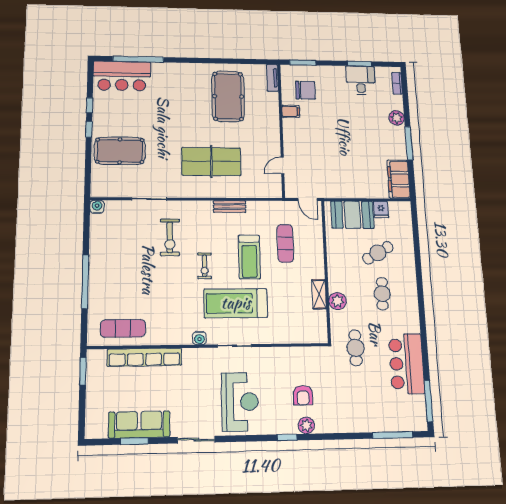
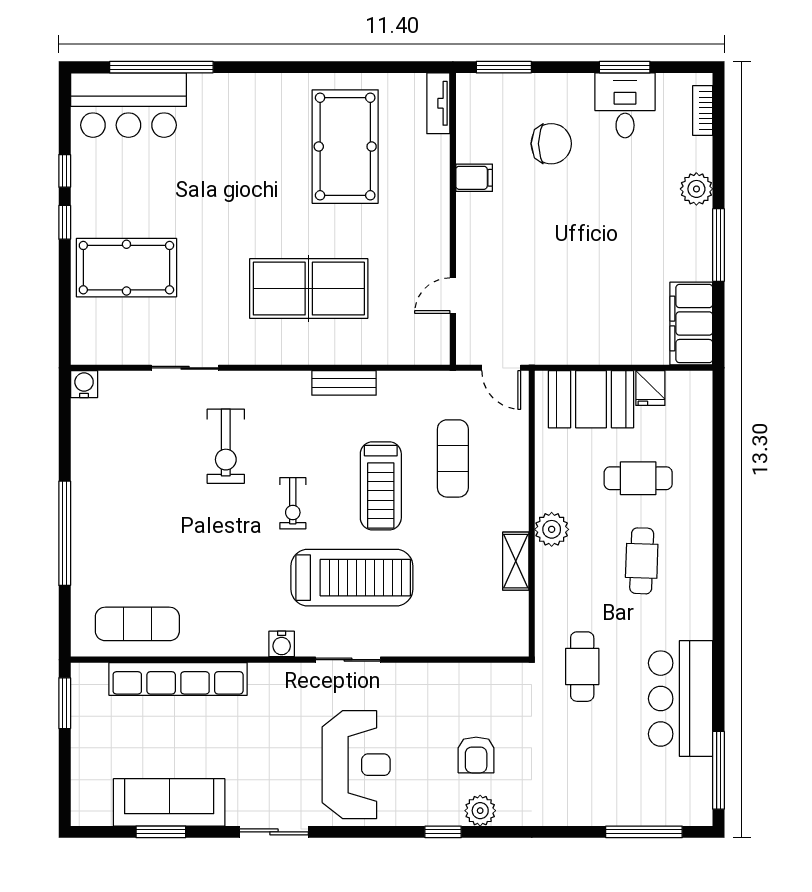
chair: (305, 90) -> (551, 144), moved
cafe table: (378, 253) -> (638, 478), turned 30
plant: (338, 301) -> (552, 529), moved
treadmill: (236, 303) -> (352, 578), turned 180

